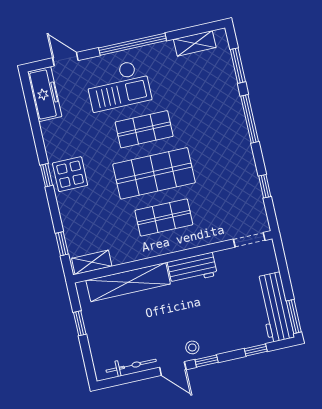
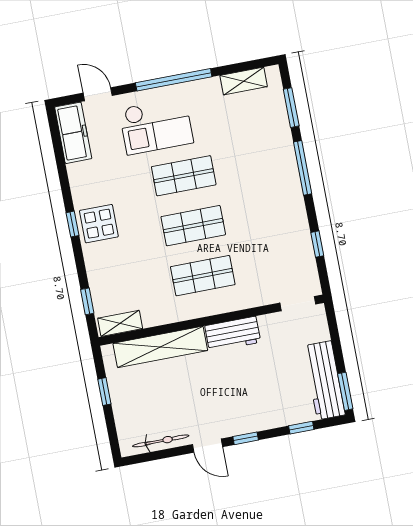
shop shelf: (154, 173) -> (193, 226), width x0.70, depth x0.74
stool: (192, 347) -> (230, 423), removed

